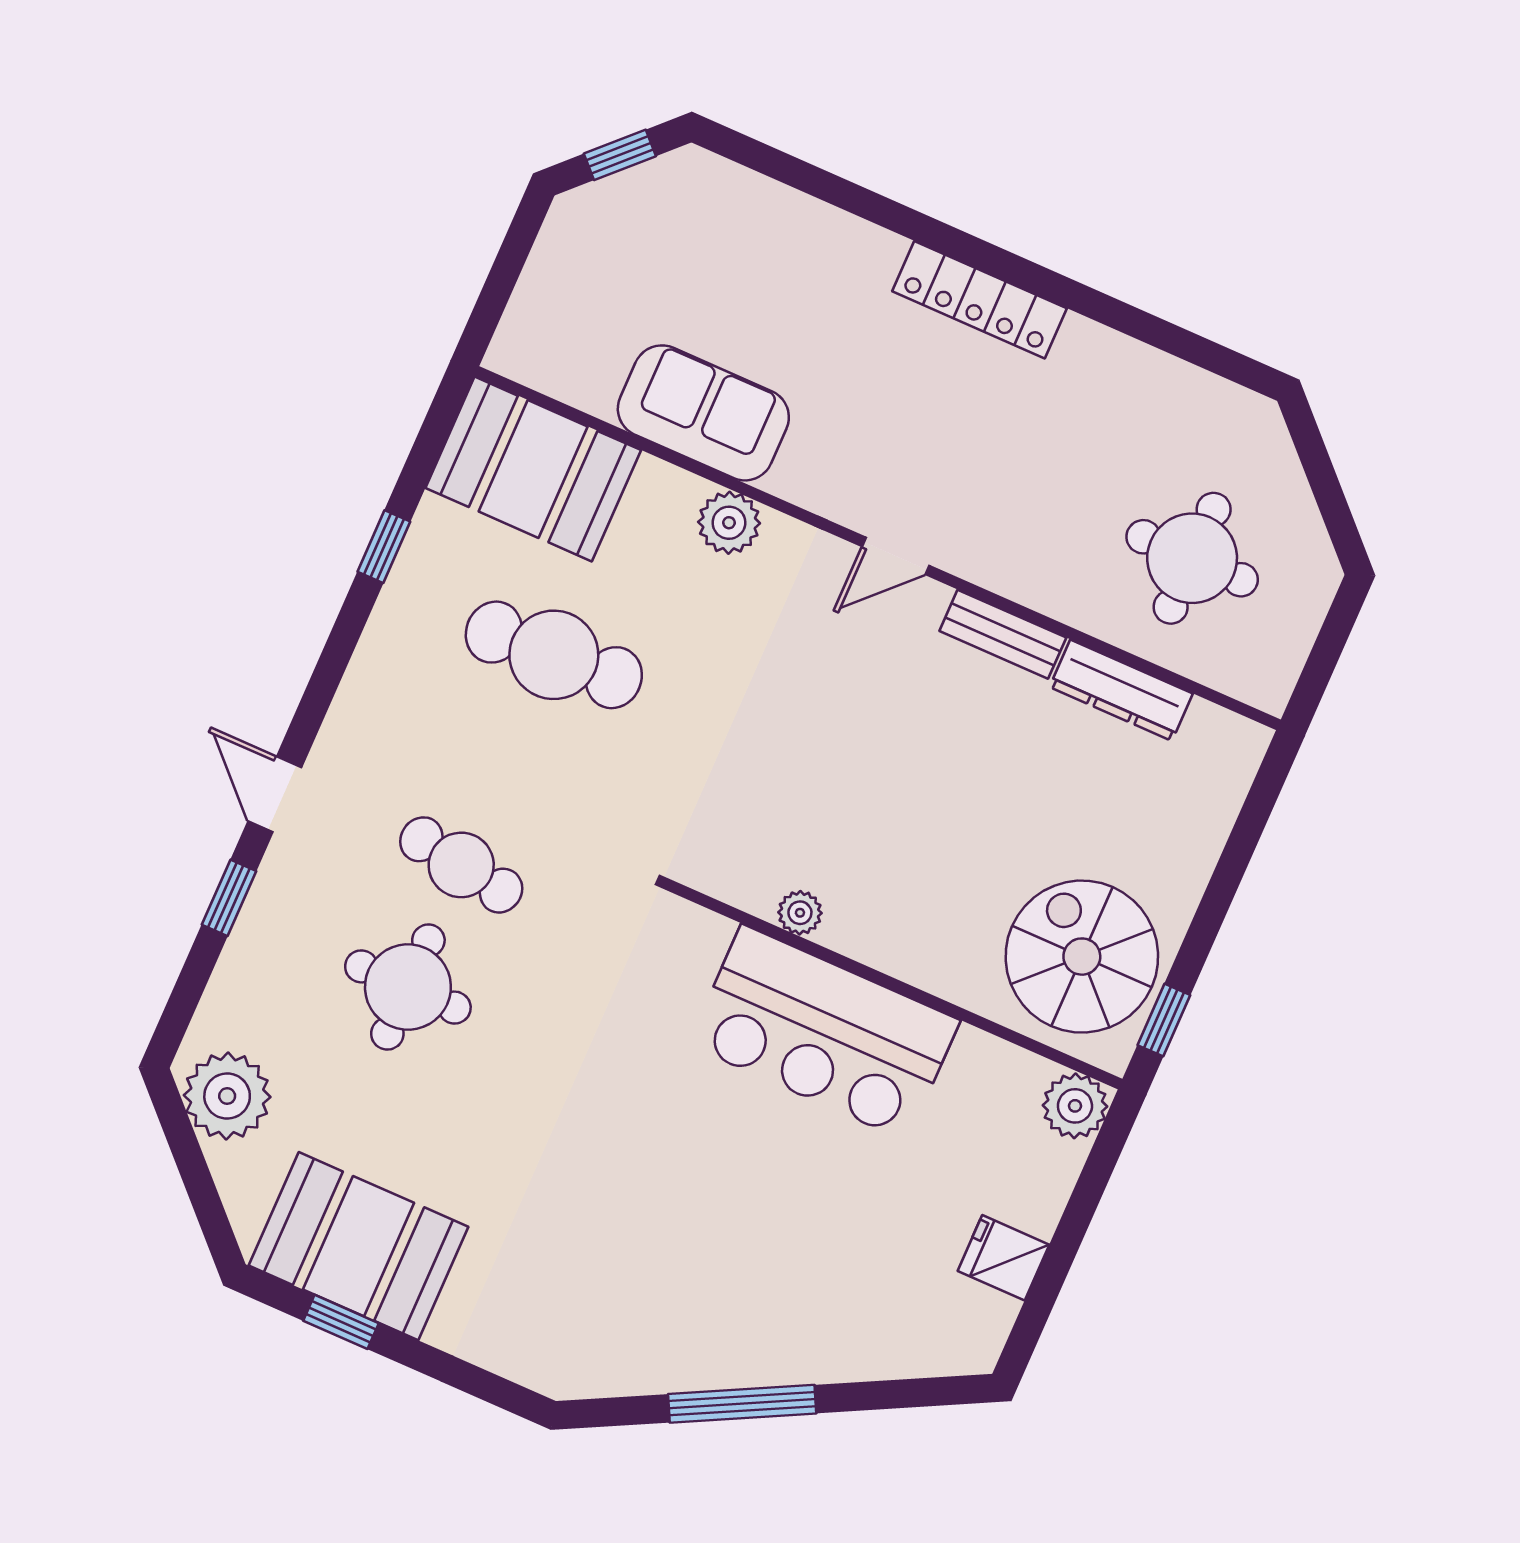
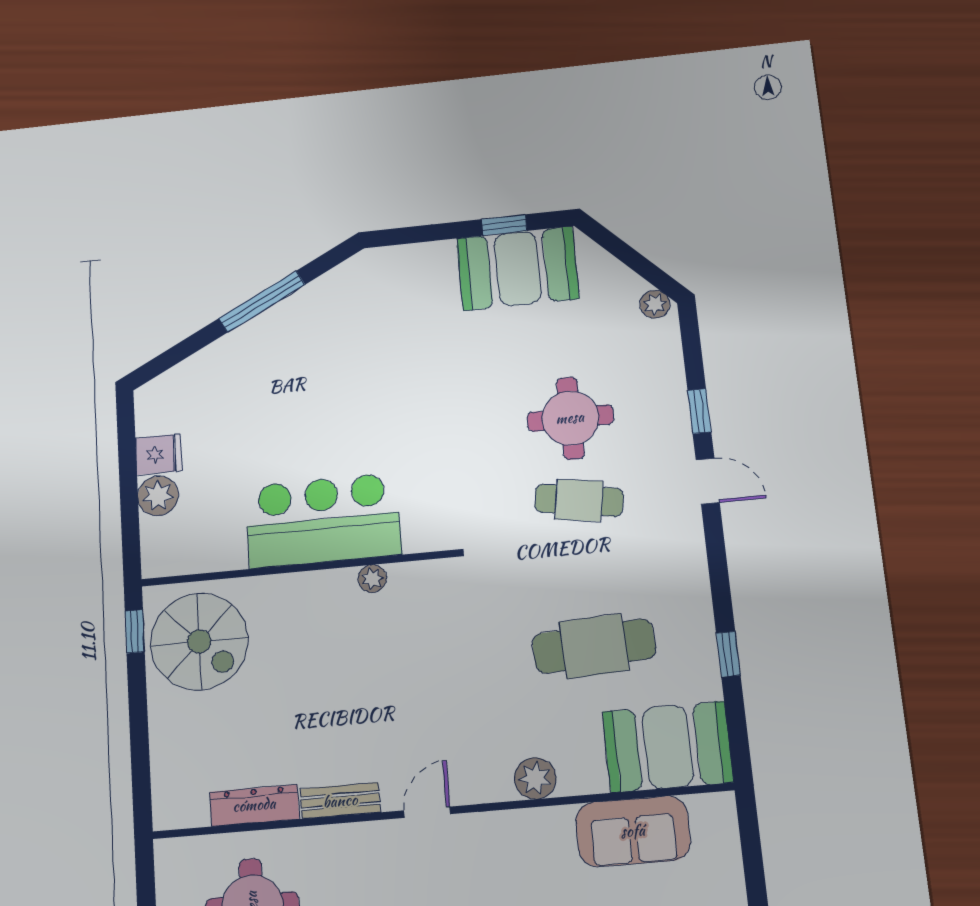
sofa: (703, 413) -> (633, 831), moved
plant: (227, 1096) -> (655, 304), width x0.53, depth x0.53
plant: (1075, 1106) -> (158, 496), moved

